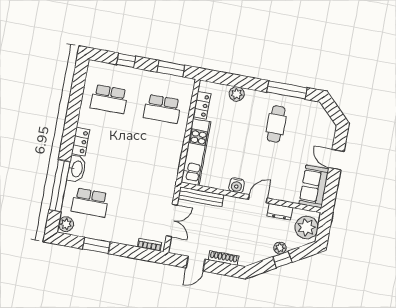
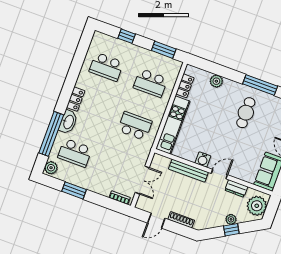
school desk: (153, 161) -> (135, 126), added
bench: (201, 197) -> (188, 171), moved

